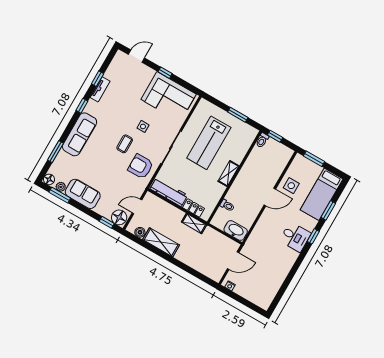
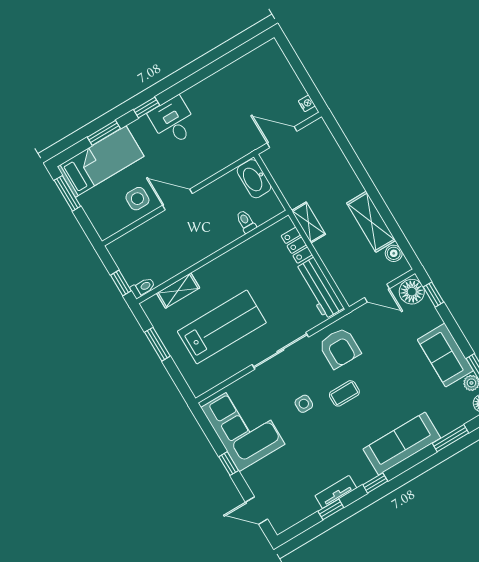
window: (314, 159) -> (67, 193), moved
shelving: (229, 174) -> (178, 291), moved

